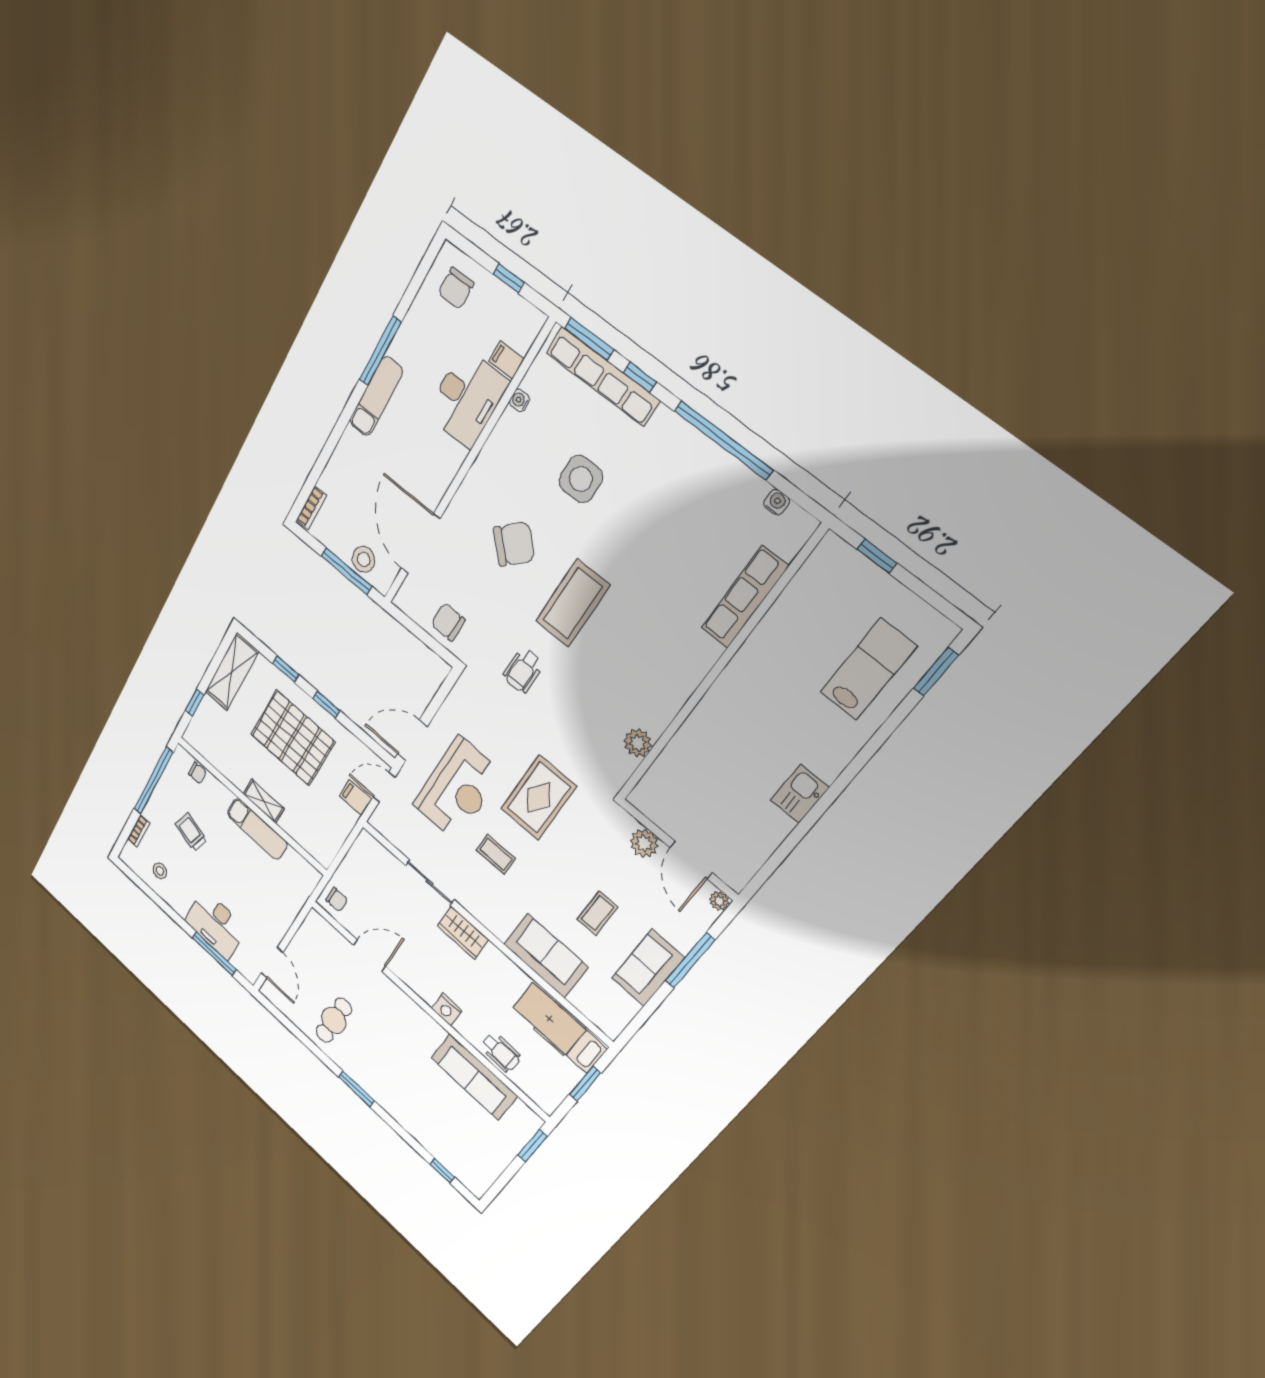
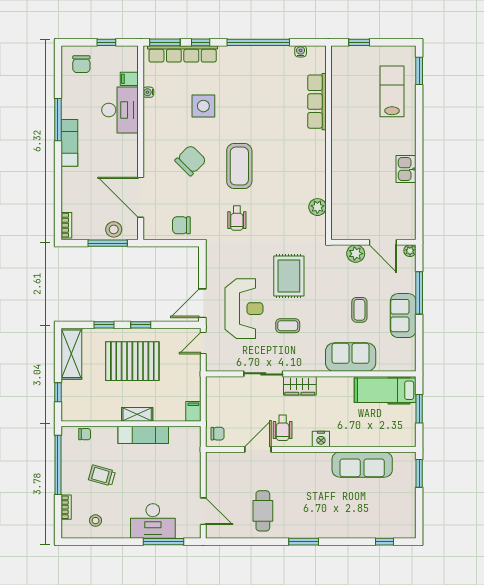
filing cabinet: (356, 798) -> (193, 411), moved, turned 90
wheelchair: (501, 1052) -> (283, 428), moved, turned 89

